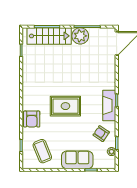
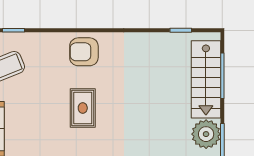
rug: (65, 106) -> (83, 108), width x0.73, depth x0.70
armchair: (32, 119) -> (84, 52), moved

